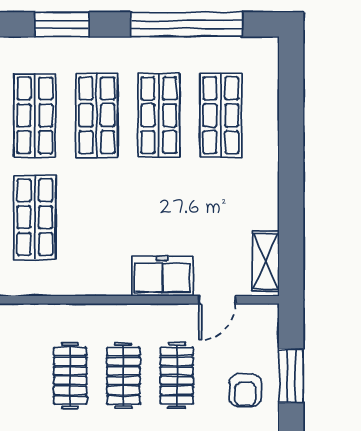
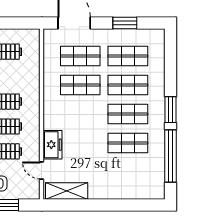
window: (62, 24) -> (170, 110), moved
shop shelf: (221, 115) -> (128, 172), removed
shelving: (266, 261) -> (67, 191), width x1.50, depth x1.33

